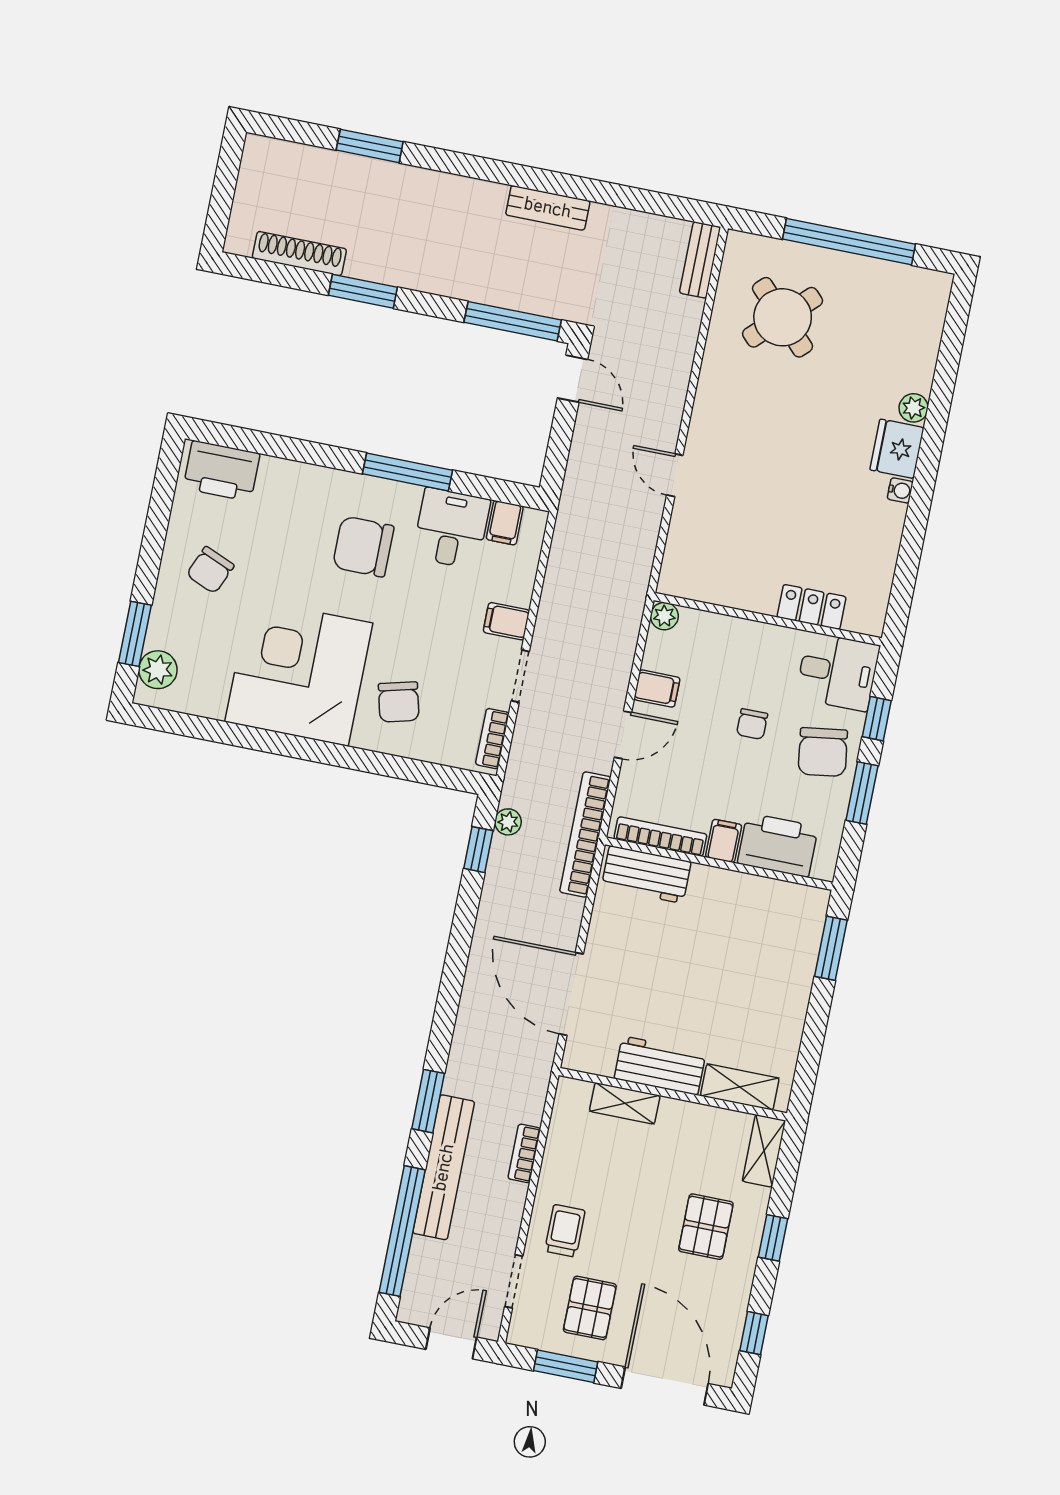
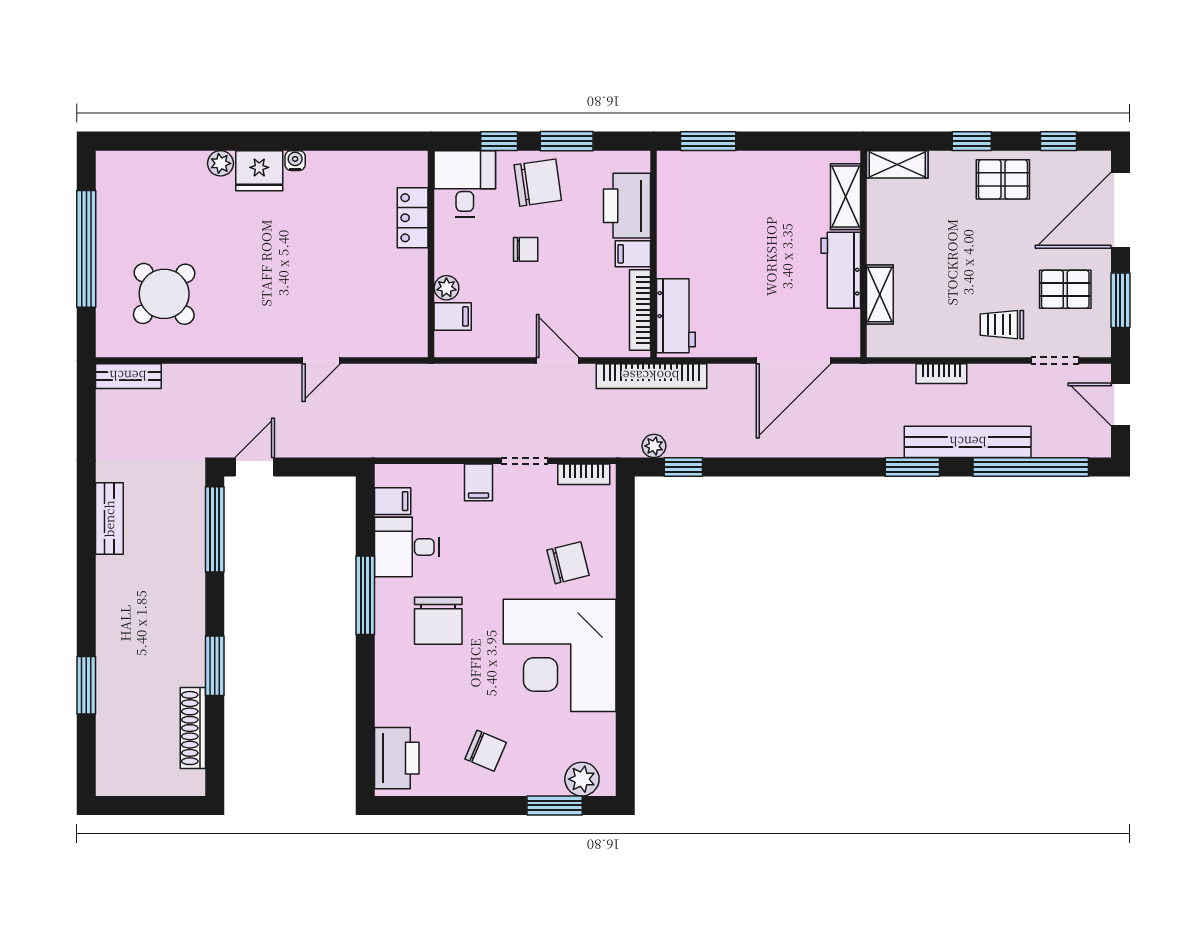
plant: (664, 616) -> (446, 288), moved
filing cabinet: (657, 689) -> (453, 316), moved, turned 90
pallet: (706, 1227) -> (1003, 179), moved

